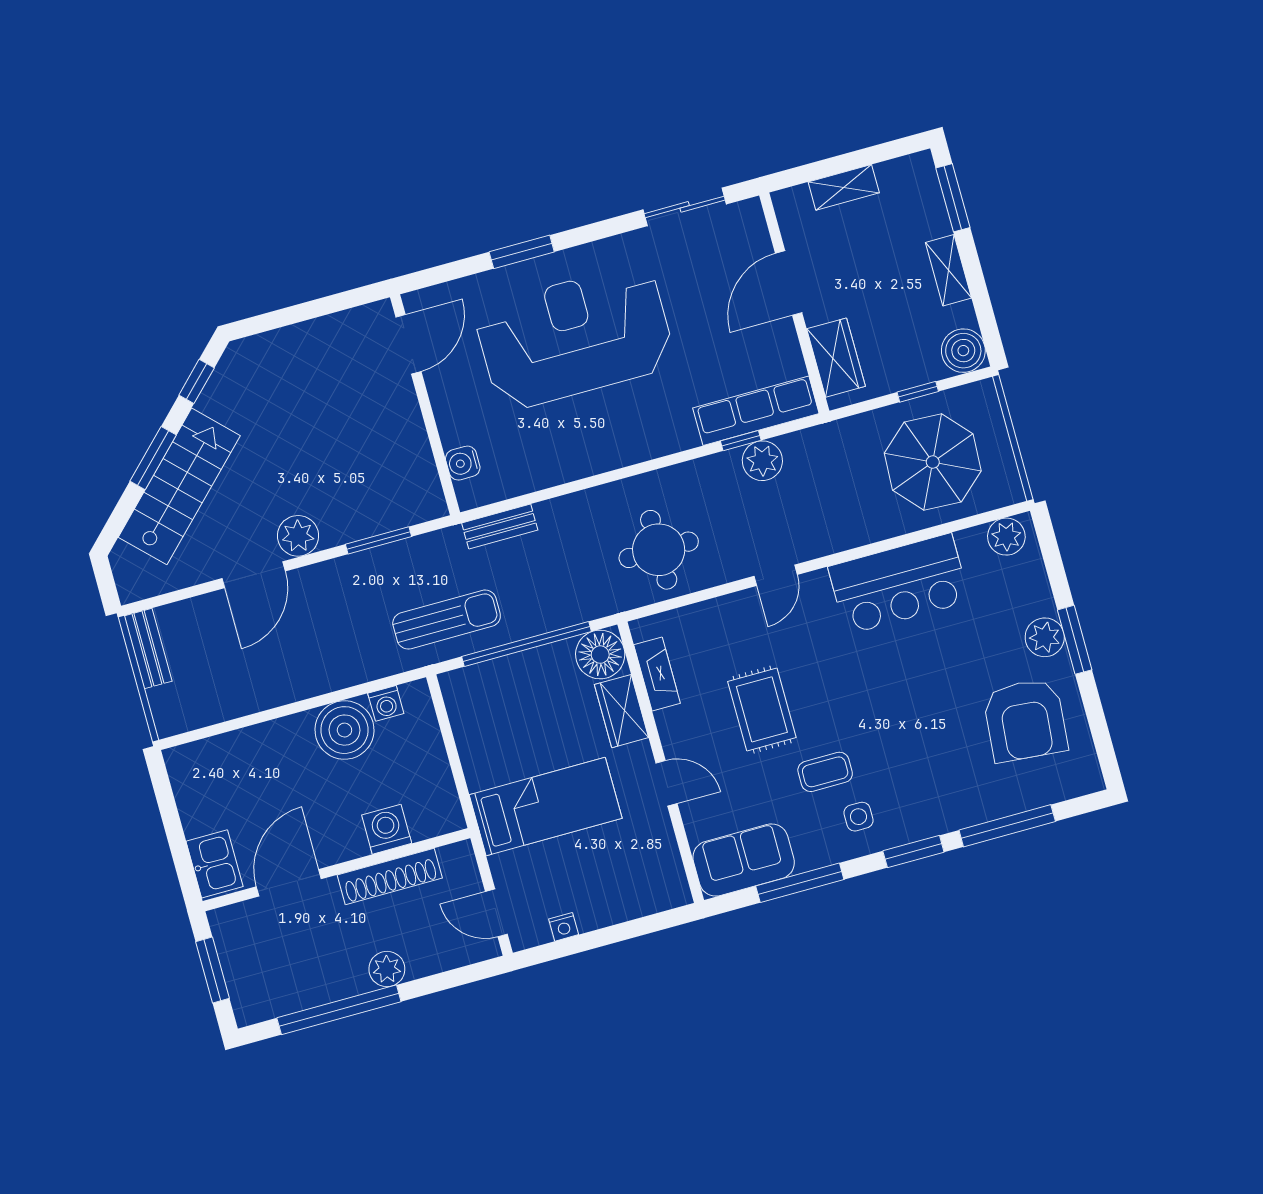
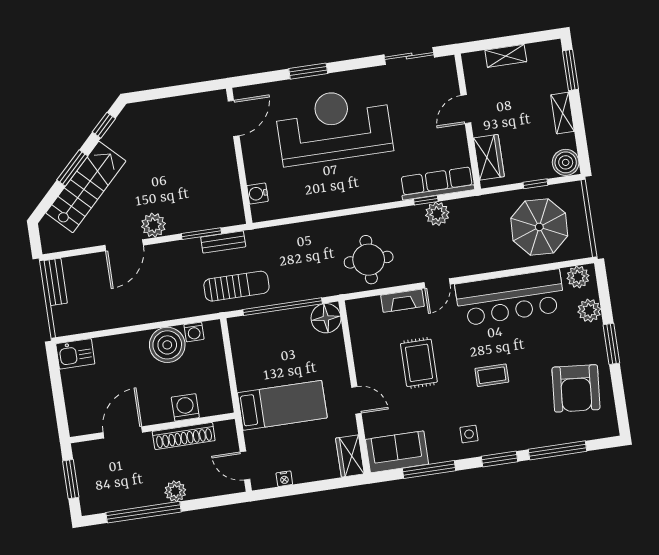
door: (789, 283) -> (466, 109), width x0.73
bench: (500, 527) -> (223, 242), moved
bar counter: (899, 584) -> (510, 298), width x1.36
plant: (1045, 637) -> (589, 310), moved
fireplace: (657, 674) -> (402, 301), moved, turned 90
wardrobe: (621, 711) -> (350, 456), moved
coffee table: (825, 772) -> (492, 375), moved
kitchen sink: (214, 864) -> (75, 354), moved, turned 90

